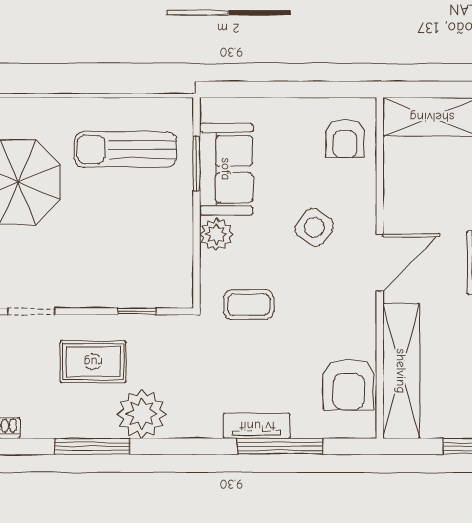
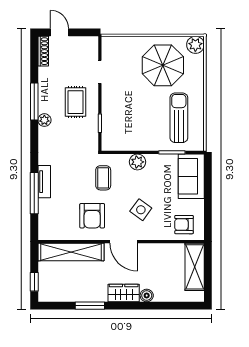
sofa: (226, 169) -> (191, 176), moved, turned 90
armchair: (348, 384) -> (92, 216), moved, turned -90
plant: (142, 414) -> (44, 120), width x0.53, depth x0.53

